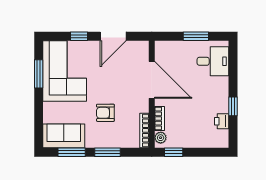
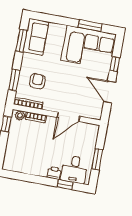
door: (152, 80) -> (68, 117), width x0.73
window: (233, 106) -> (65, 185), moved
armchair: (105, 113) -> (37, 81), moved
printer: (222, 121) -> (54, 173), moved
window: (107, 152) -> (14, 80), moved

